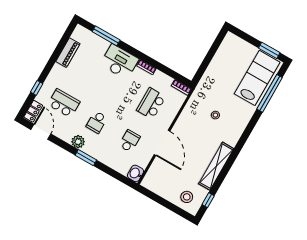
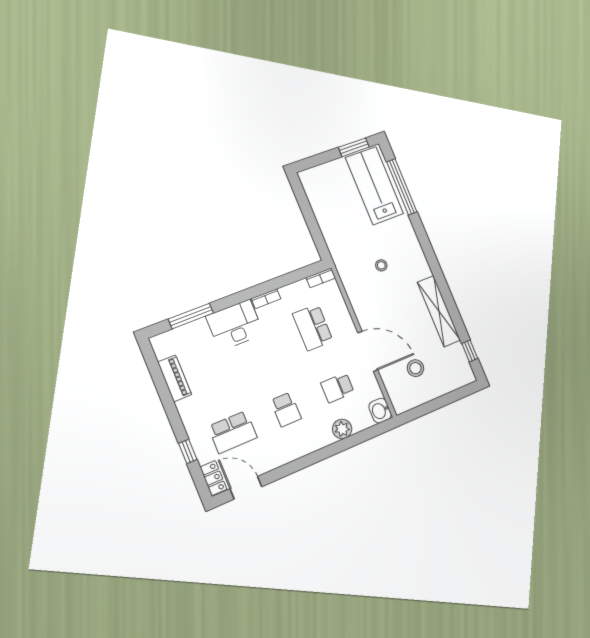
school desk: (64, 103) -> (233, 432), turned 180
school desk: (130, 141) -> (337, 388), turned -90
plant: (78, 142) -> (342, 429), moved
window: (86, 158) -> (318, 456), removed
stool: (187, 197) -> (415, 368), moved

